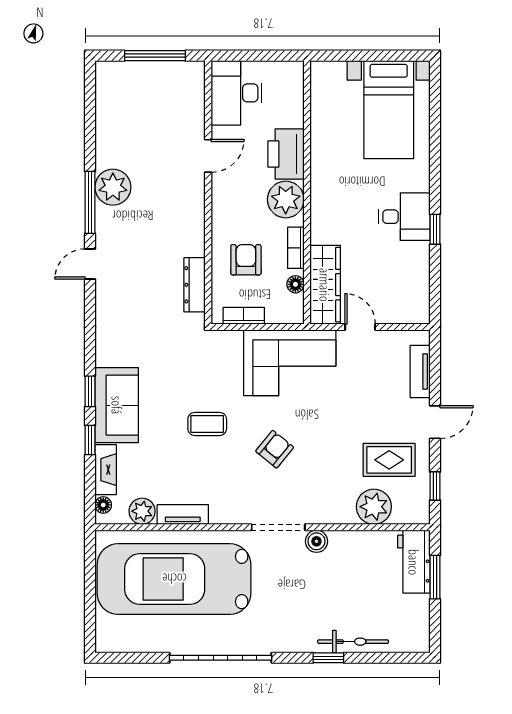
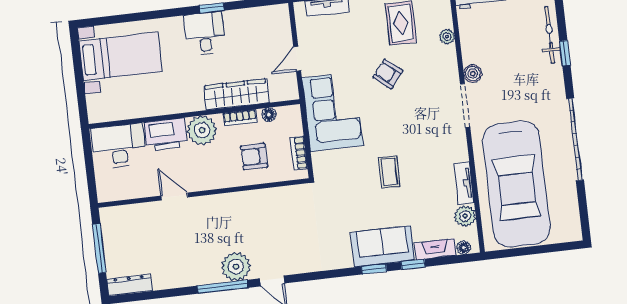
desk: (237, 93) -> (119, 146), moved, turned 180
plant: (113, 187) -> (236, 267), moved
dresser: (195, 285) -> (129, 285), moved, turned 180
wardrobe: (325, 285) -> (236, 94), moved
armchair: (275, 449) -> (388, 74), moved
plant: (374, 507) -> (447, 37), width x0.53, depth x0.53

